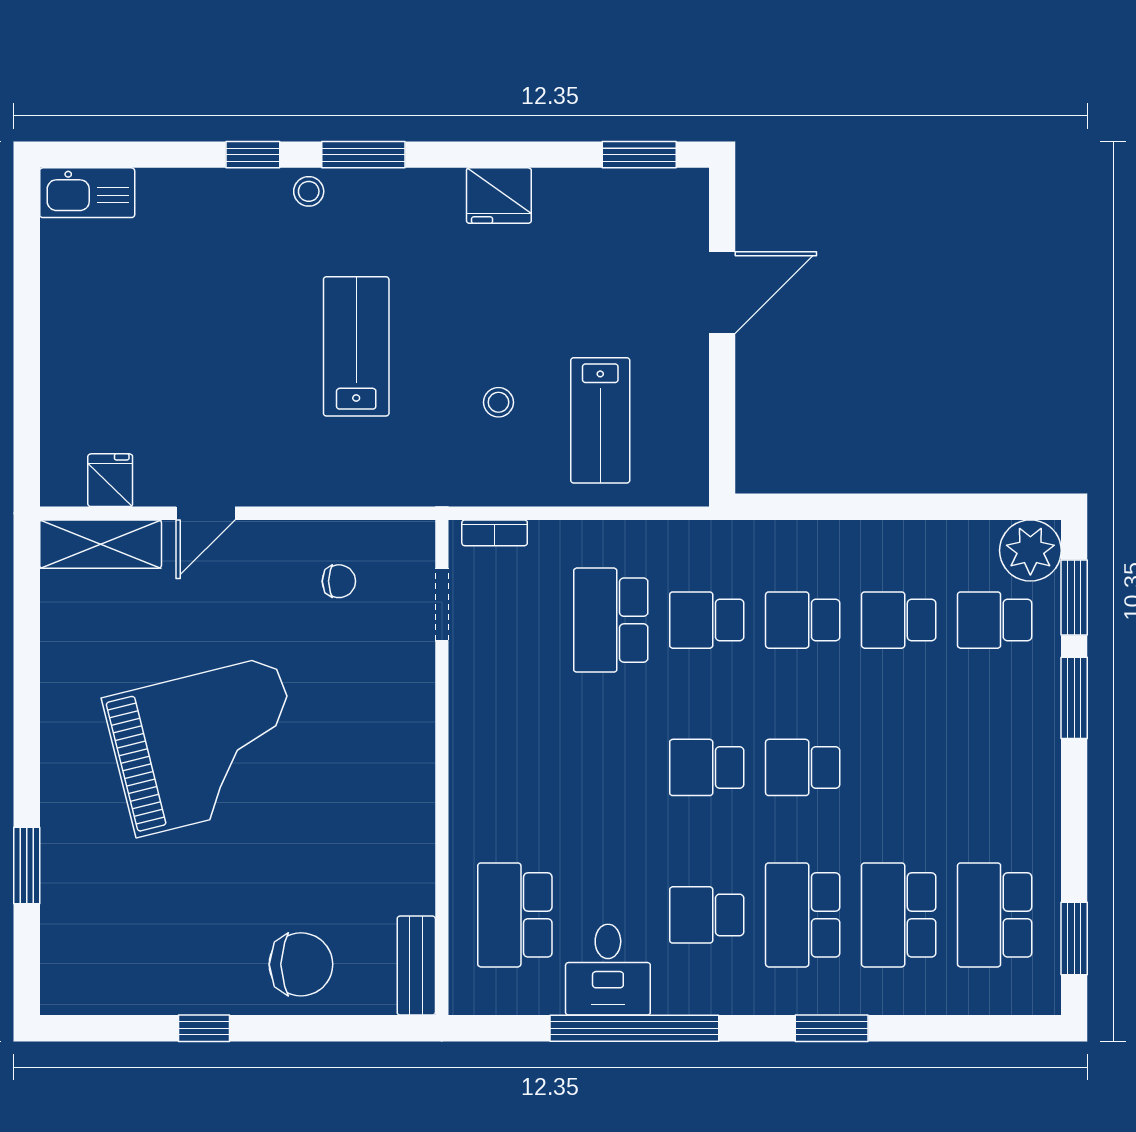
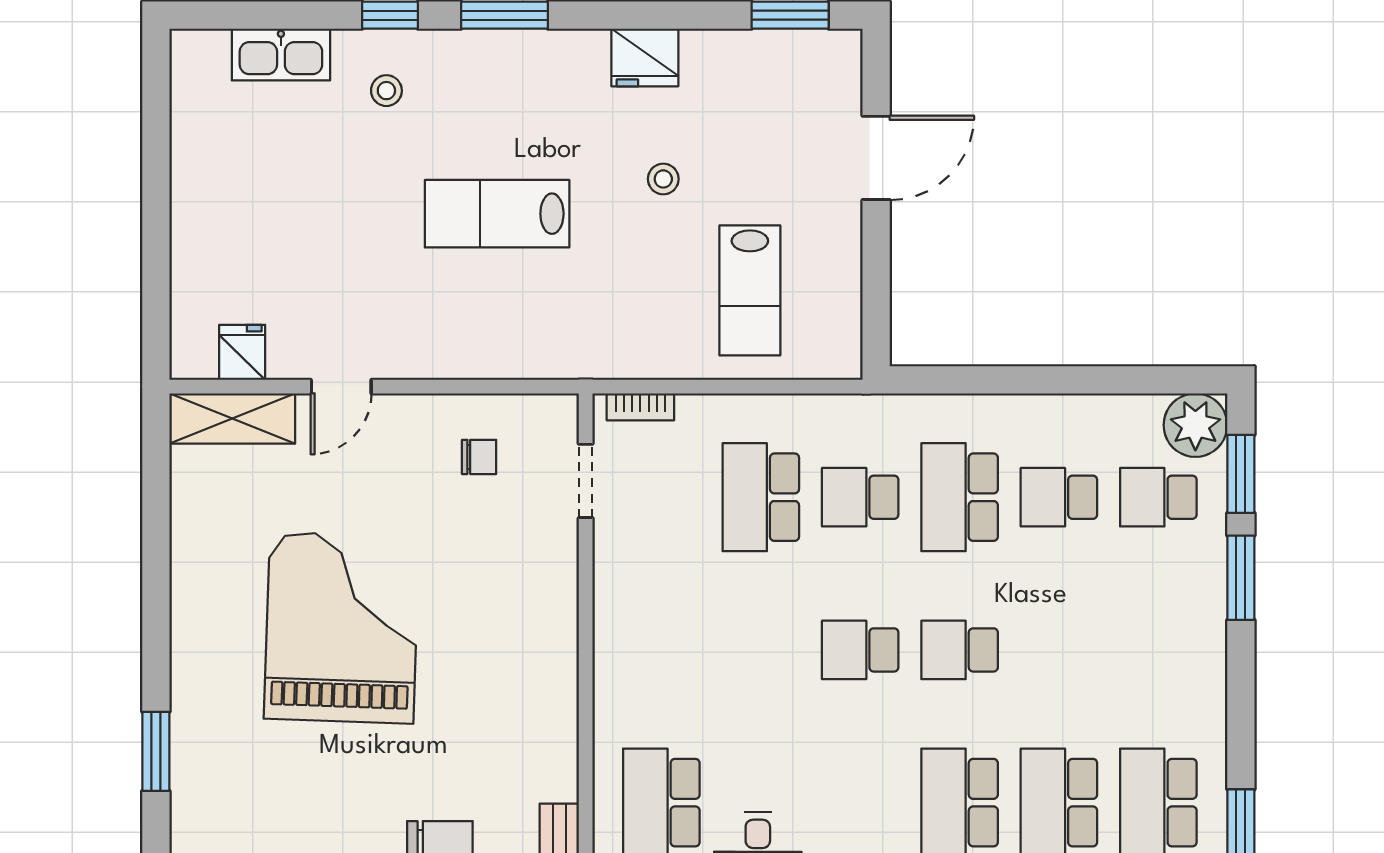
stool: (309, 191) -> (386, 91), moved
kitchen sink: (87, 193) -> (281, 55), moved
lab bench: (356, 346) -> (497, 214), turned -90
stool: (498, 402) -> (663, 179), moved
school desk: (803, 620) -> (960, 497), width x1.85
grand piano: (206, 746) -> (342, 628), turned -74
school desk: (707, 915) -> (860, 803), removed

